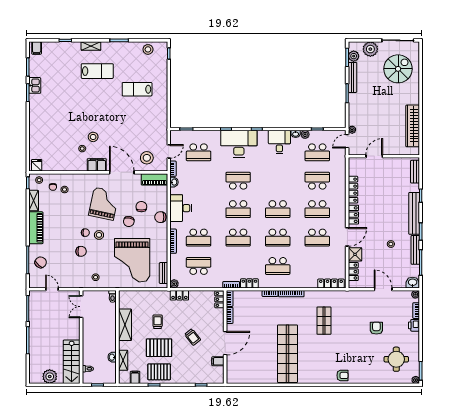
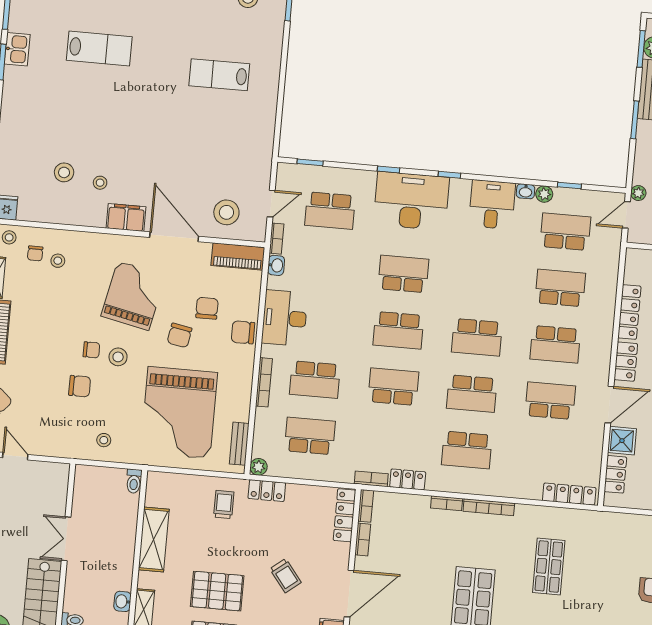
lab bench: (97, 71) -> (99, 49), moved
stool: (93, 137) -> (64, 172), moved
school desk: (317, 152) -> (565, 232), turned 180
school desk: (238, 238) -> (393, 387), turned 180
school desk: (317, 238) -> (550, 401), turned 180
locker: (219, 299) -> (345, 515), width x1.53
double door: (81, 307) -> (66, 539), moved
trolley: (158, 322) -> (224, 505), moved

